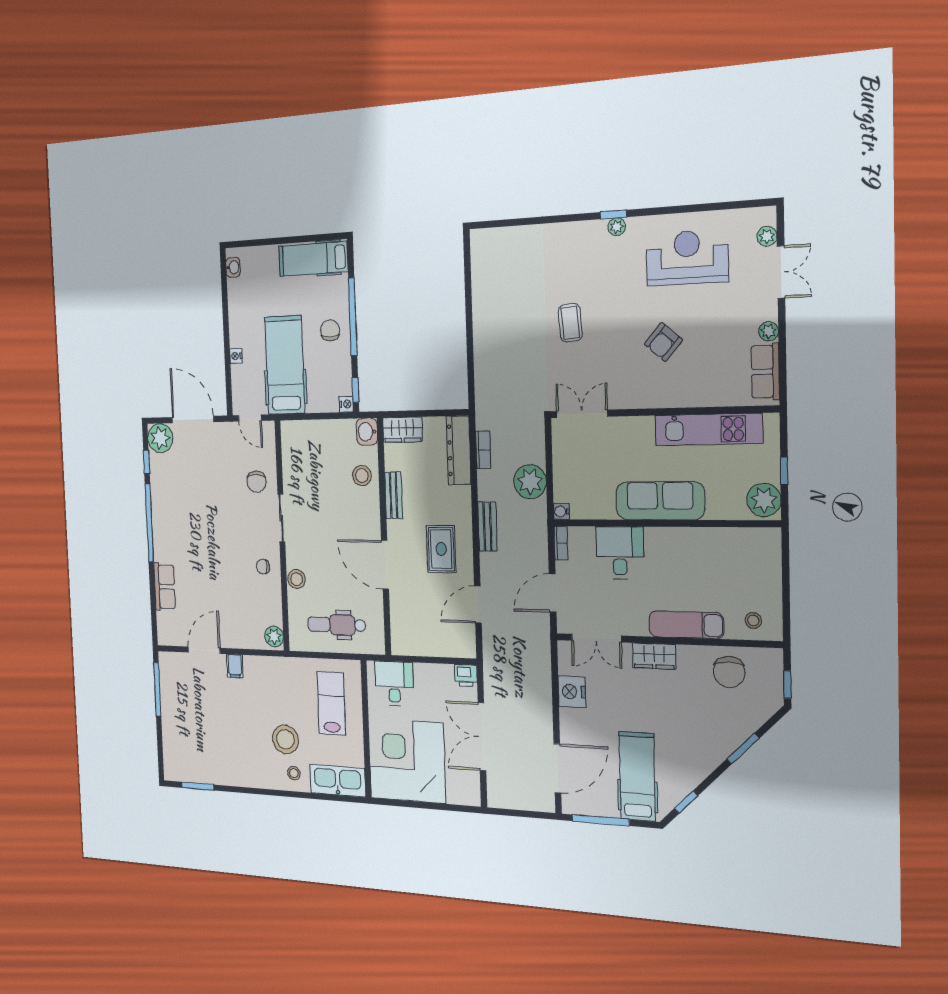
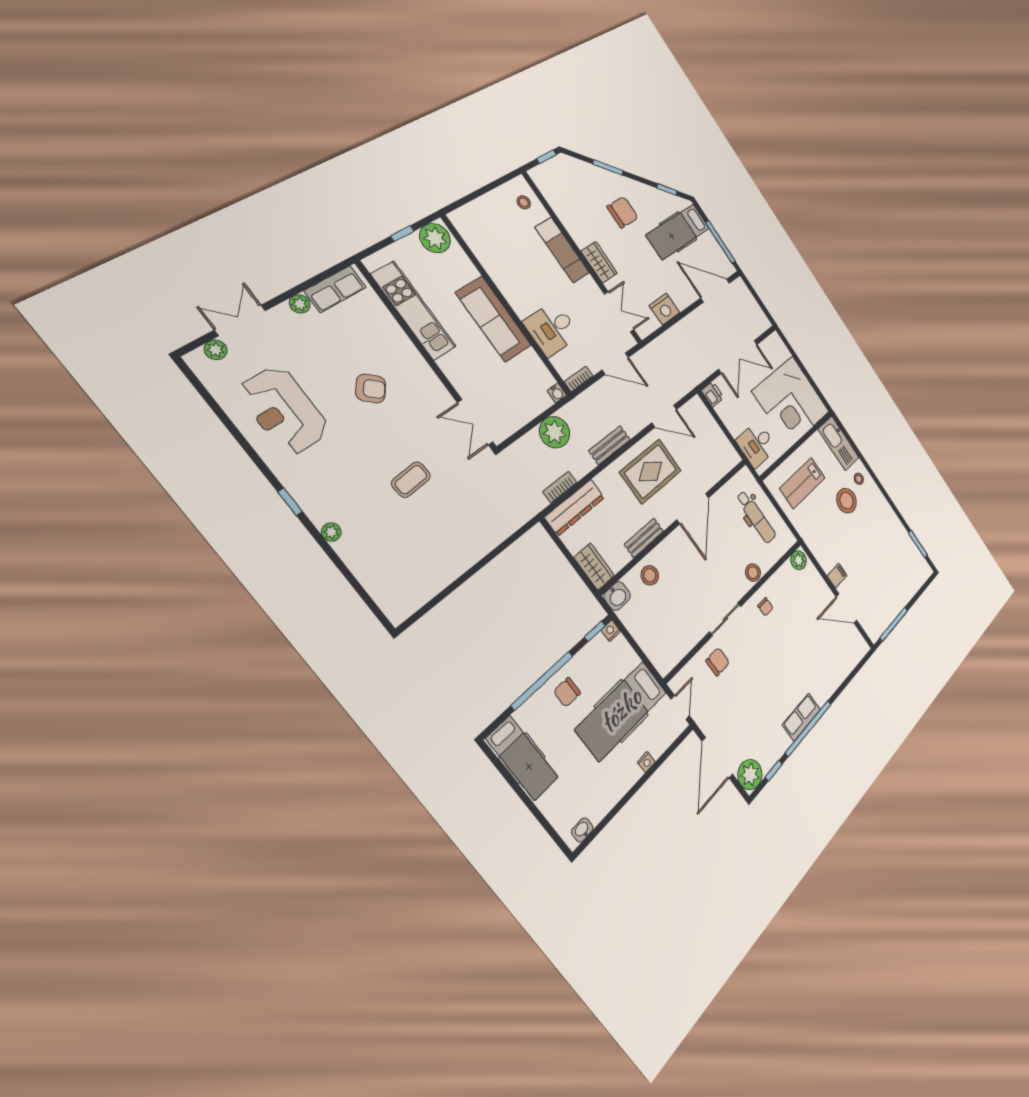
plant: (617, 227) -> (331, 532), moved
rug: (441, 549) -> (651, 471), width x1.36, depth x1.43
row of seats: (165, 587) -> (801, 717), moved
chair: (729, 672) -> (623, 212), moved

